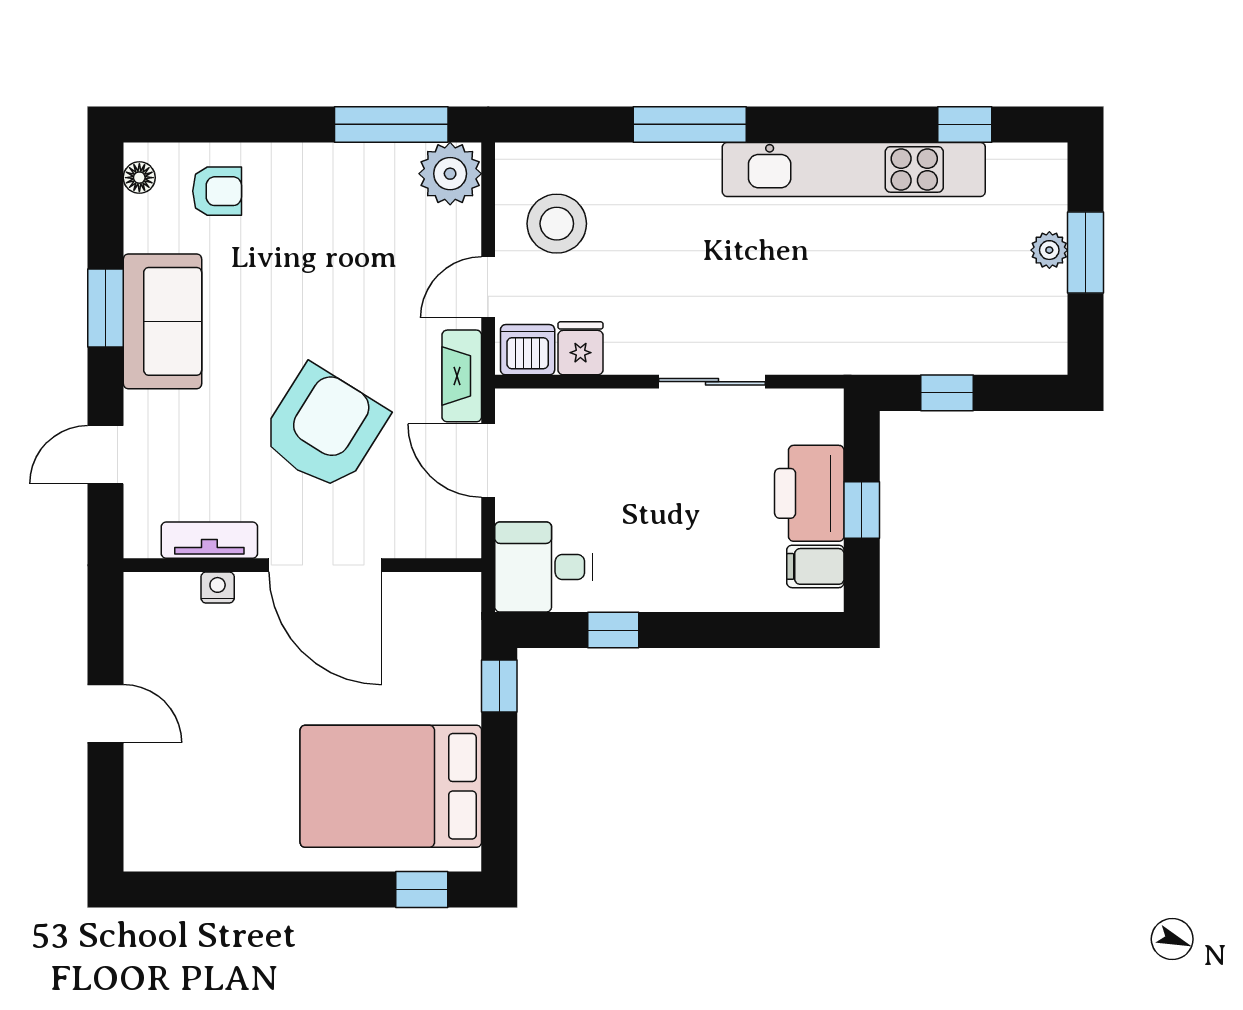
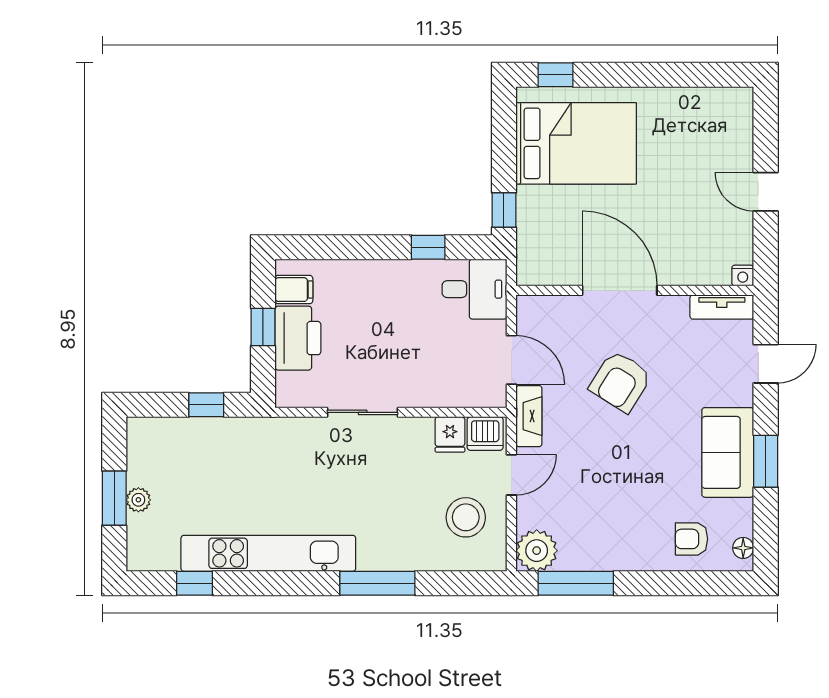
armchair: (324, 428) -> (621, 382), width x0.73, depth x0.73
tv unit: (209, 540) -> (722, 307), moved
nightstand: (218, 587) -> (743, 275), moved

